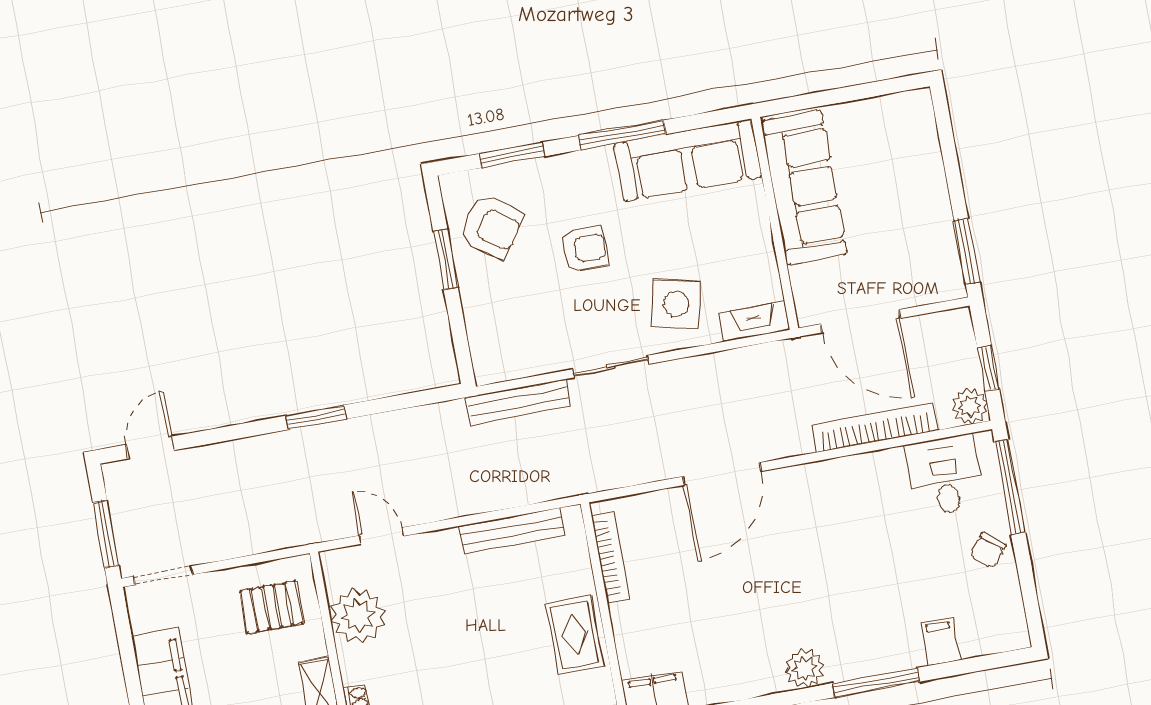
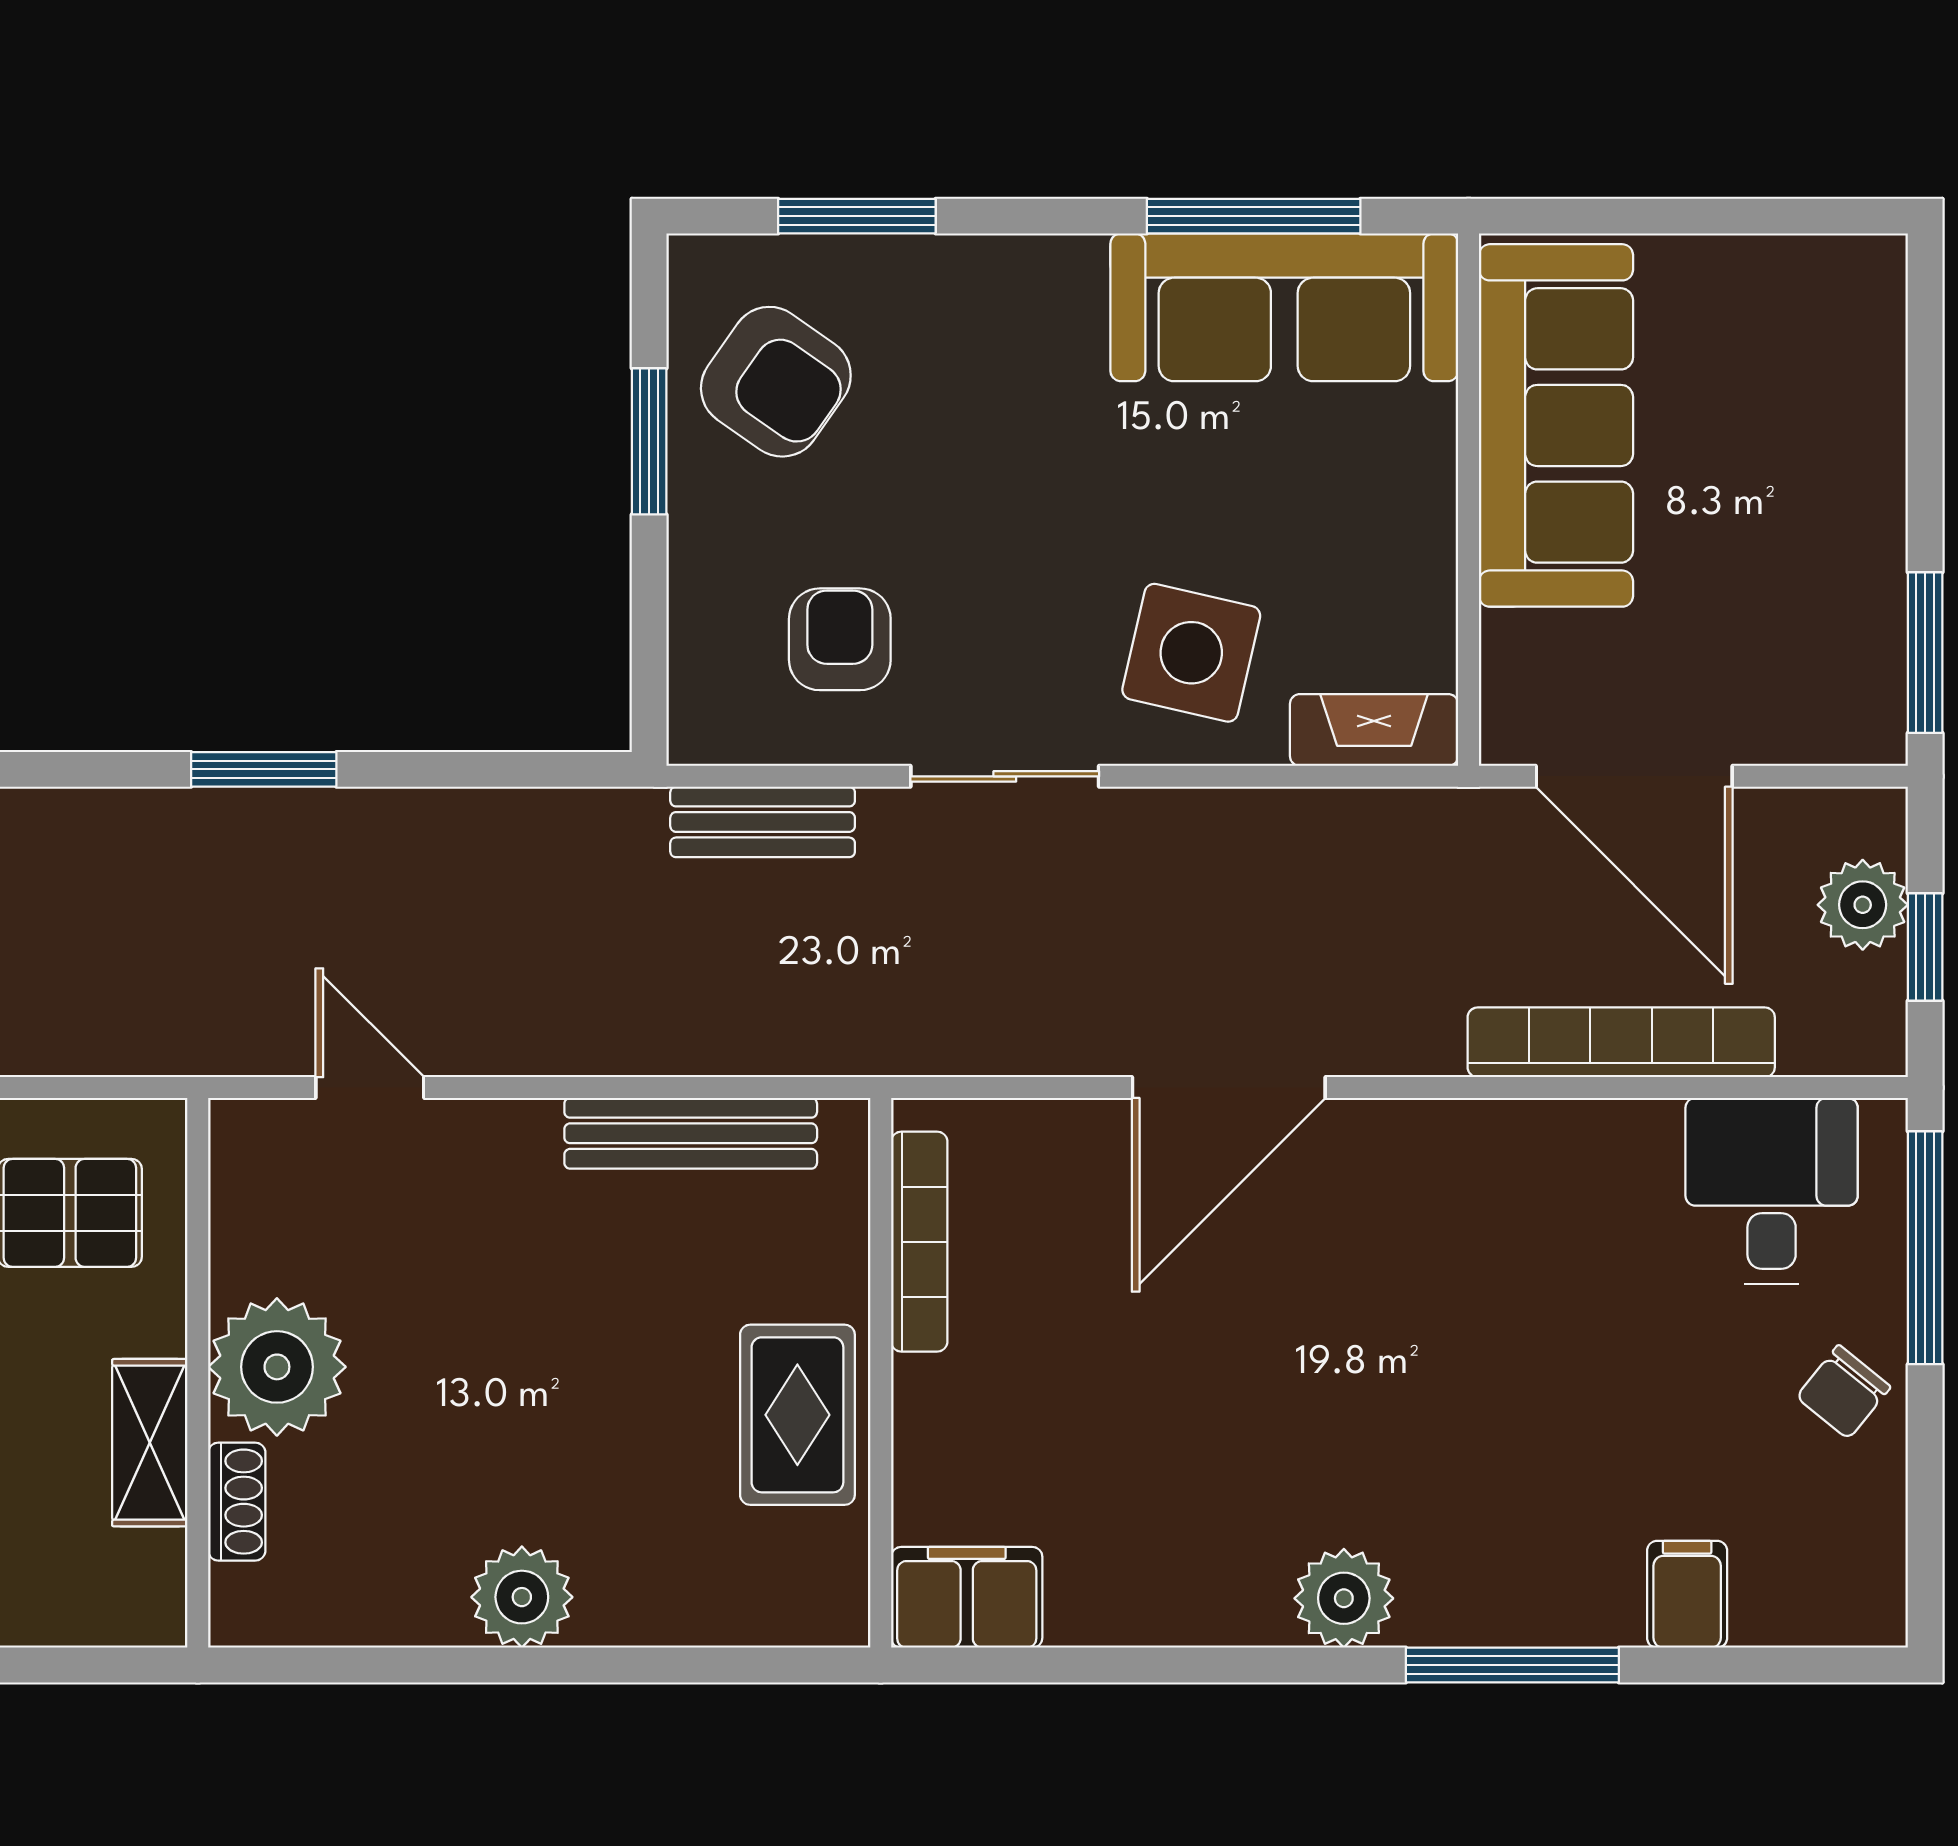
window: (622, 135) -> (1254, 216), moved
armchair: (584, 249) -> (840, 639), moved, turned -90
bench: (518, 402) -> (763, 822), width x0.73
plant: (970, 406) -> (1863, 905), moved
plant: (358, 616) -> (277, 1367), moved

